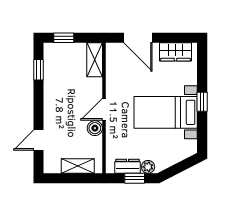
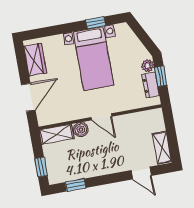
window: (202, 102) -> (96, 23), moved
boiler: (95, 128) -> (81, 130), moved
shelving: (78, 166) -> (162, 148), moved

